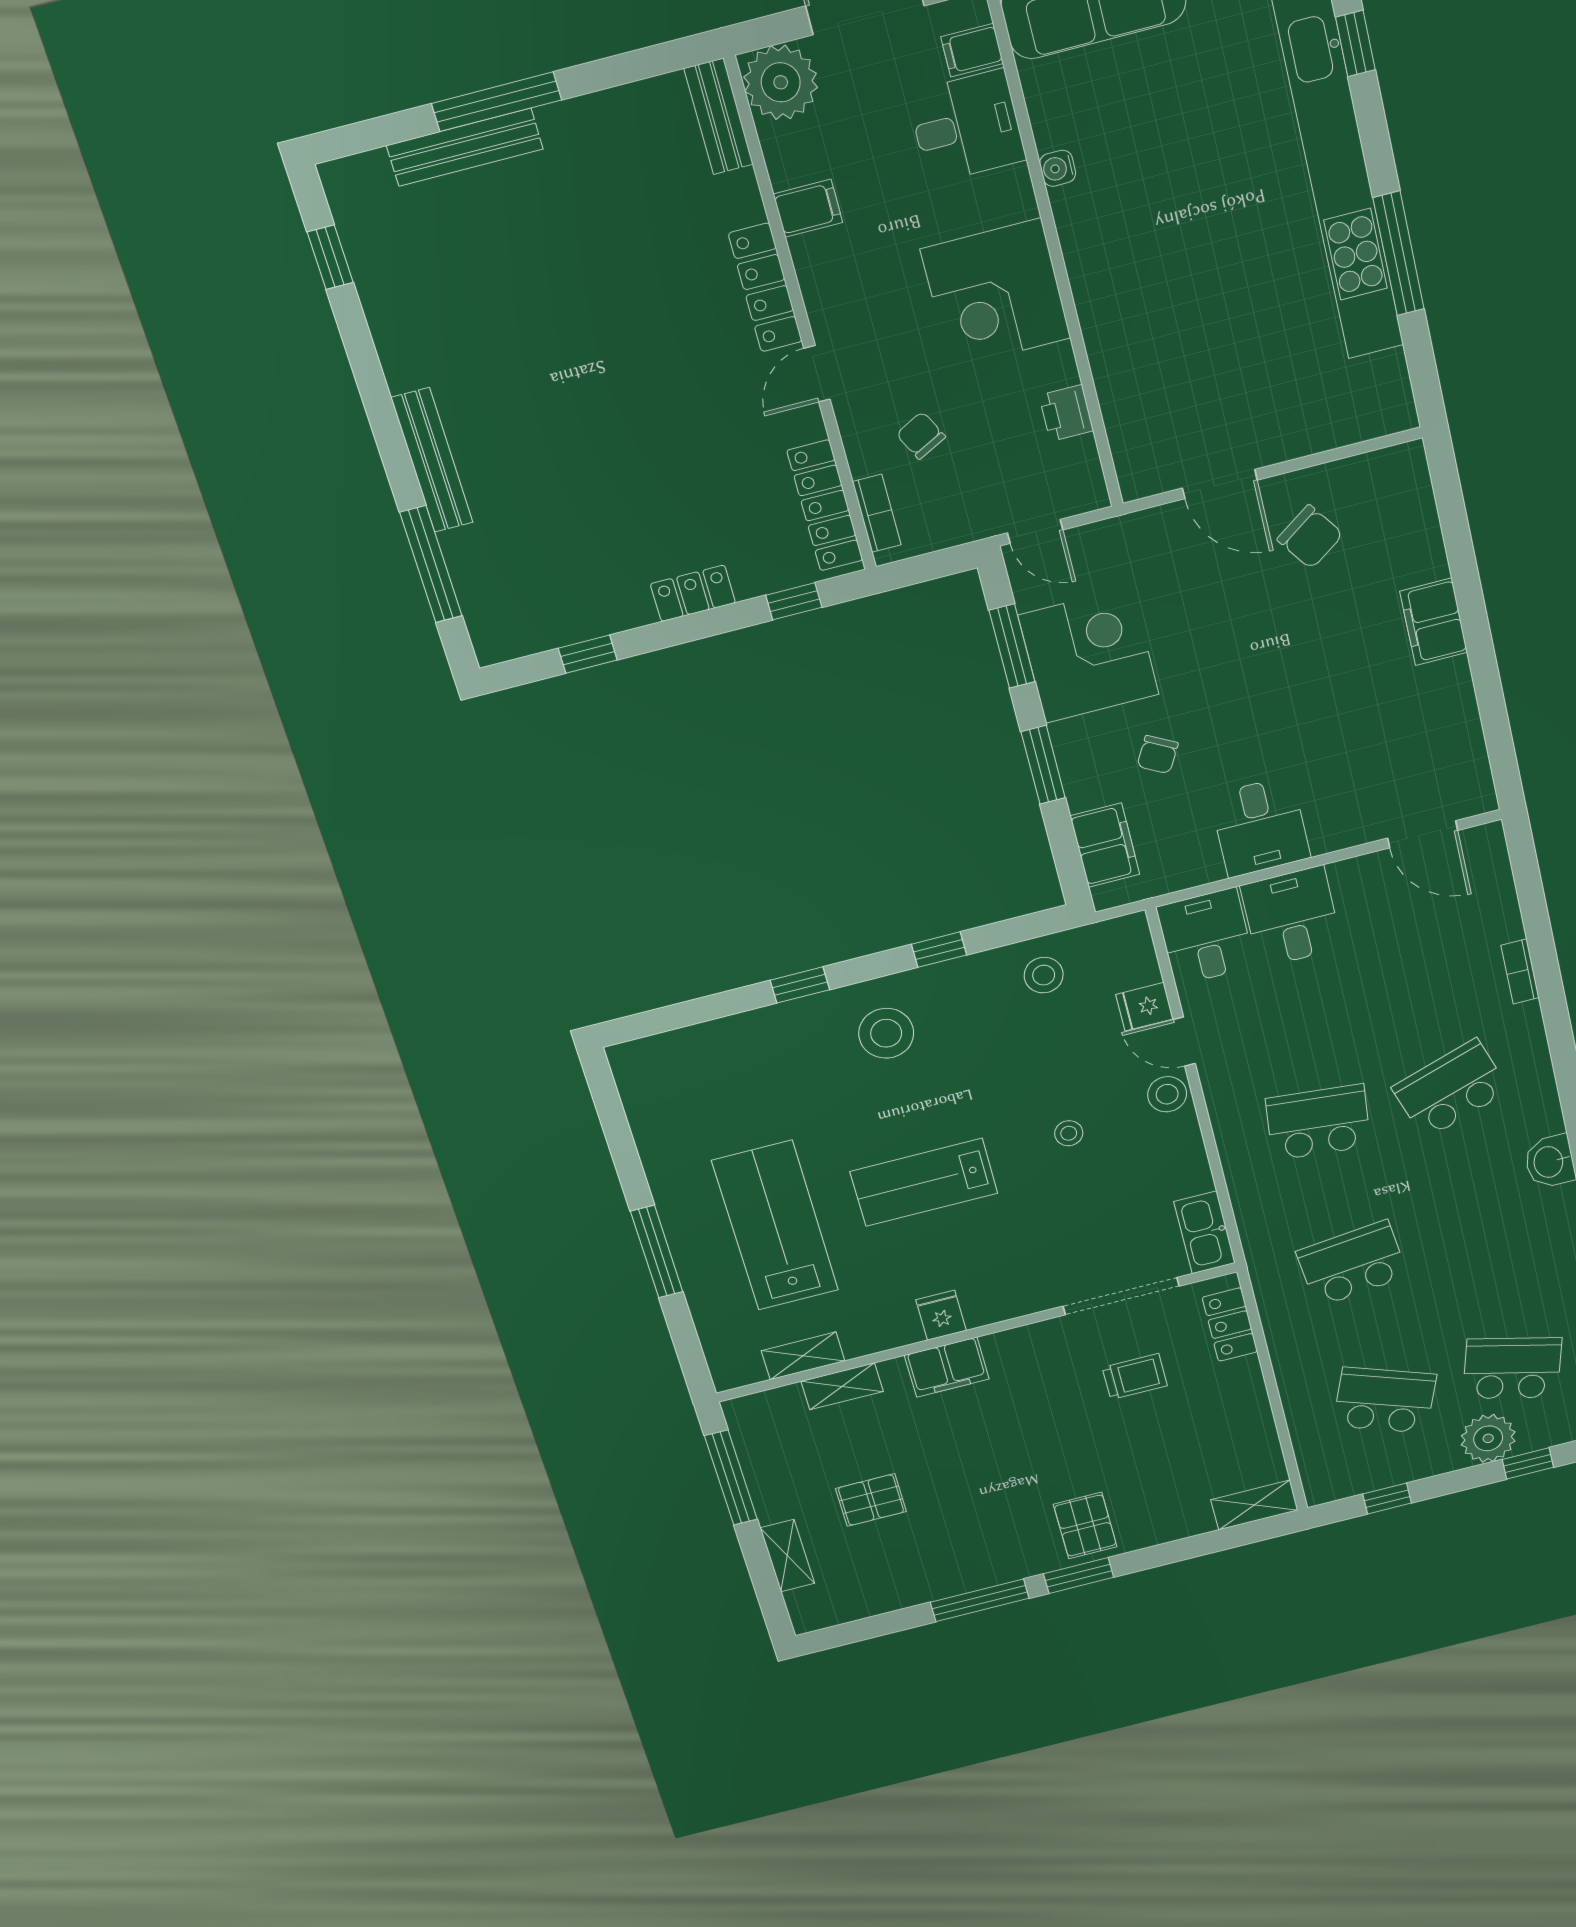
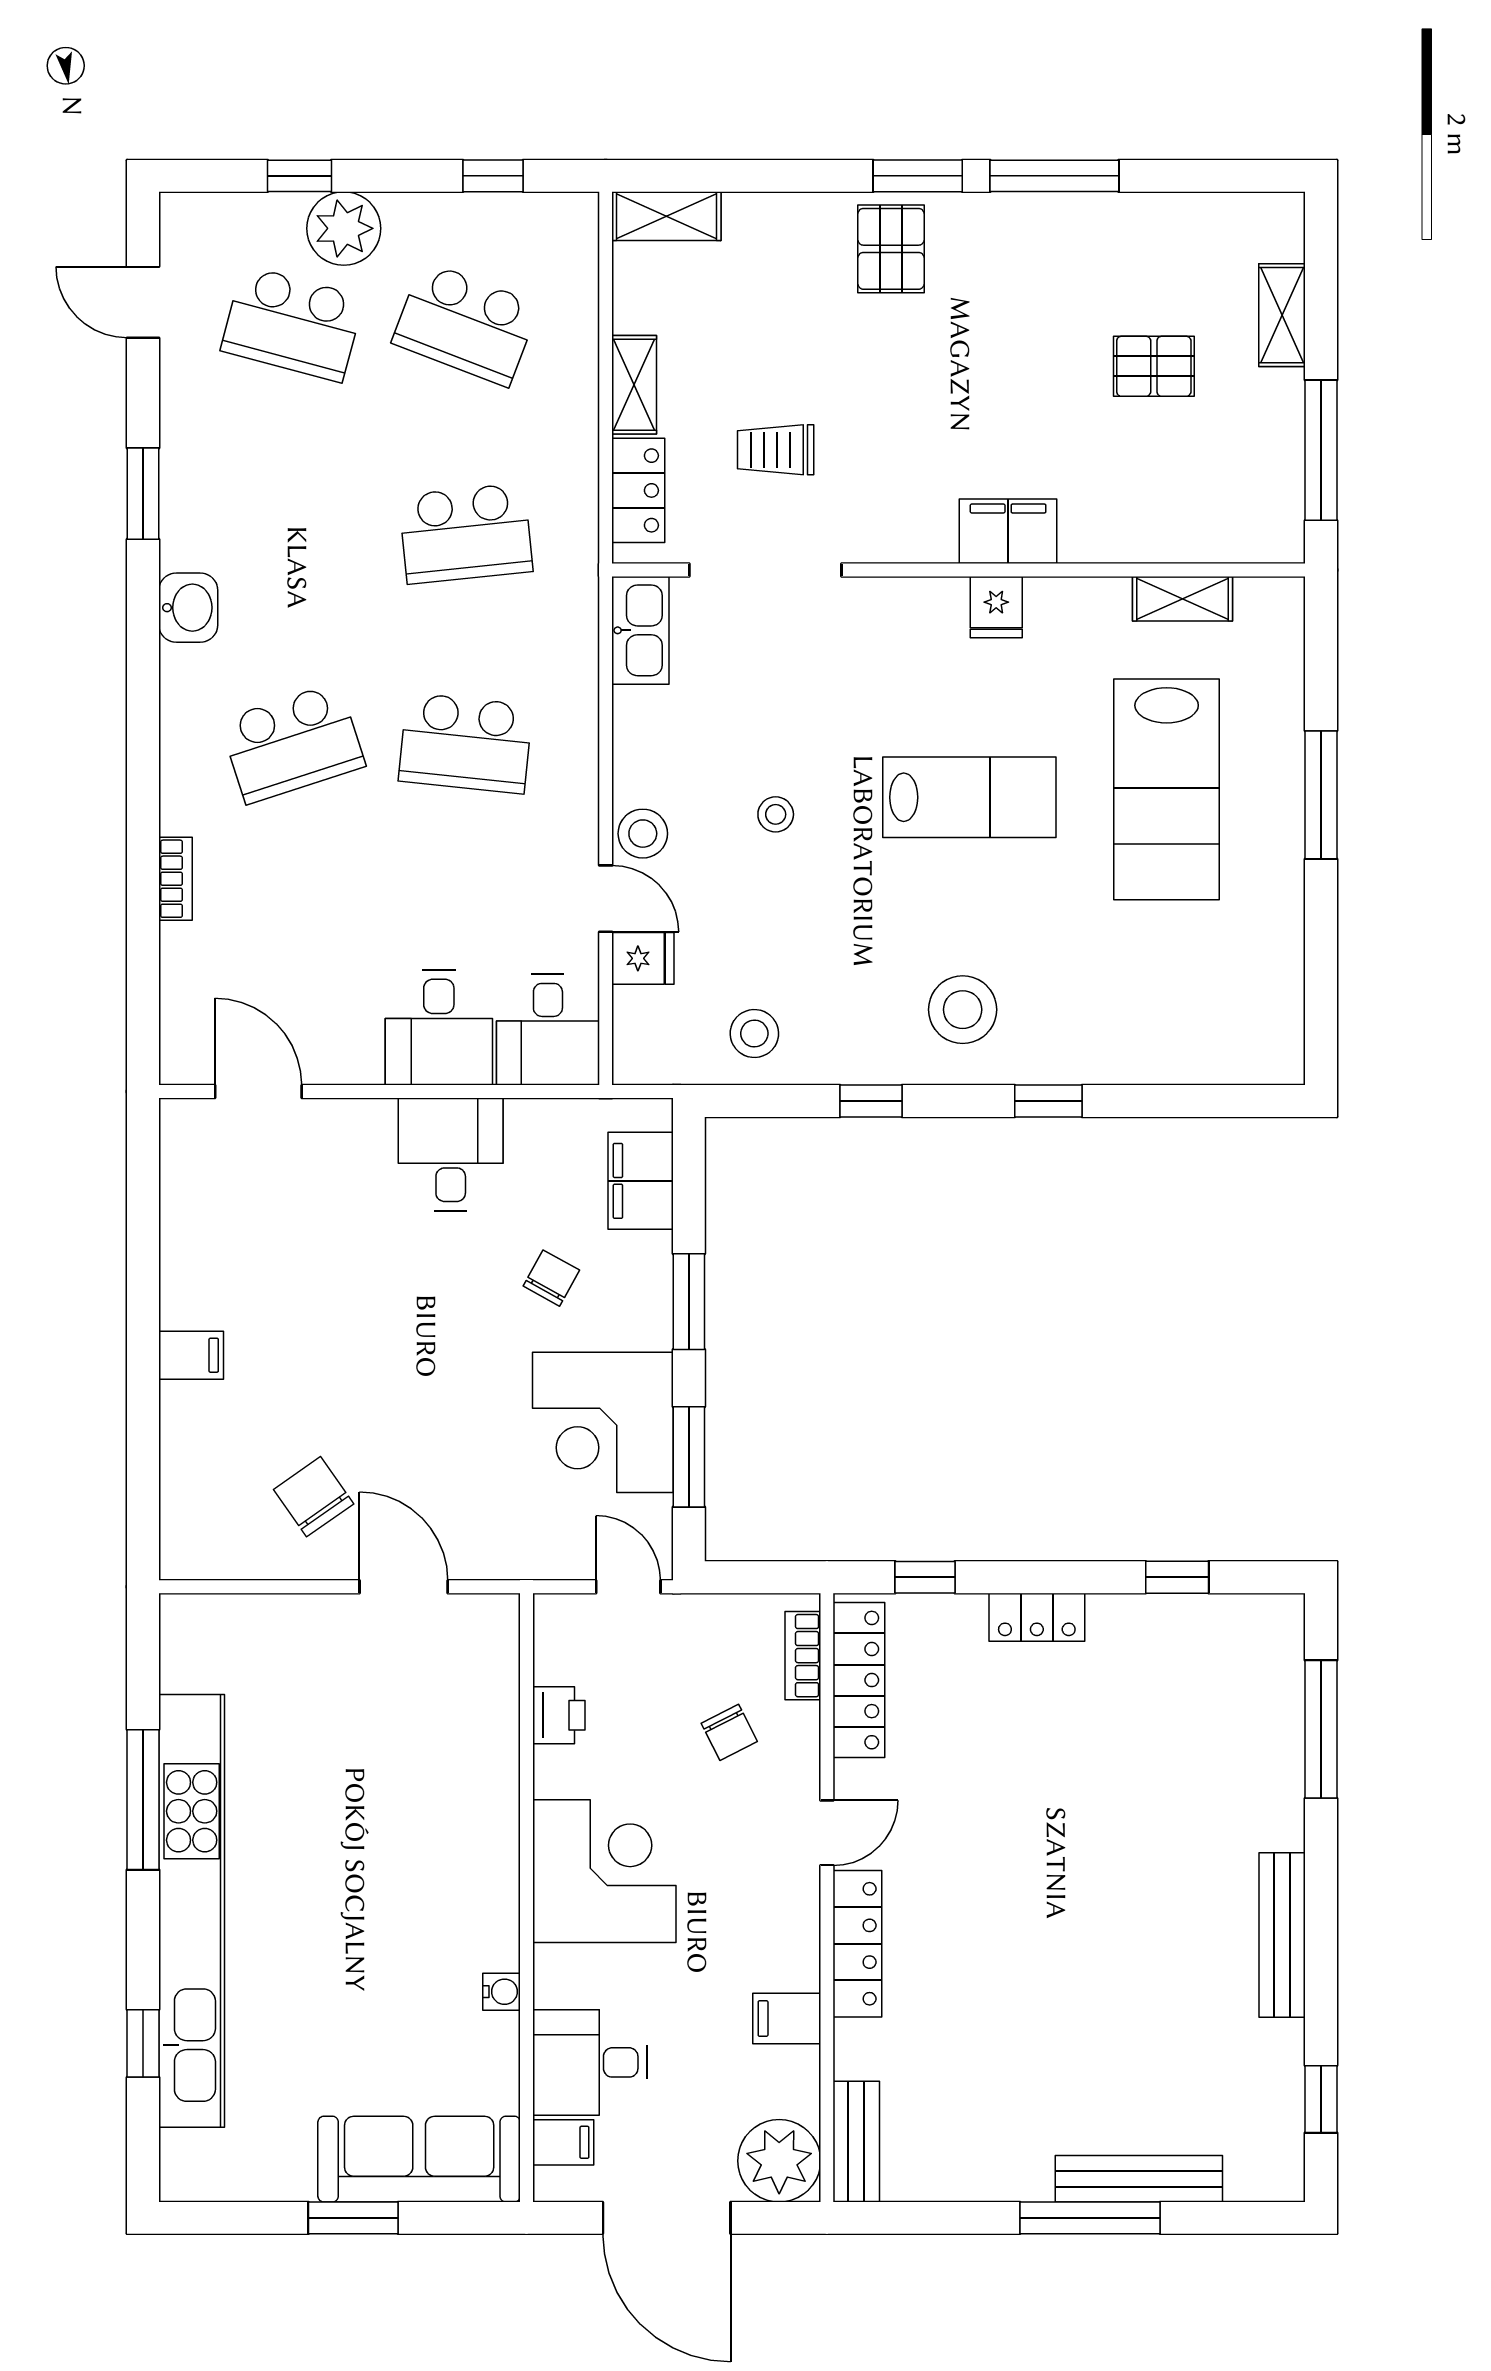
bench: (432, 460) -> (1282, 1935), moved
filing cabinet: (1434, 622) -> (191, 1355), width x0.50
shelving: (842, 1386) -> (634, 385), moved, turned 90

